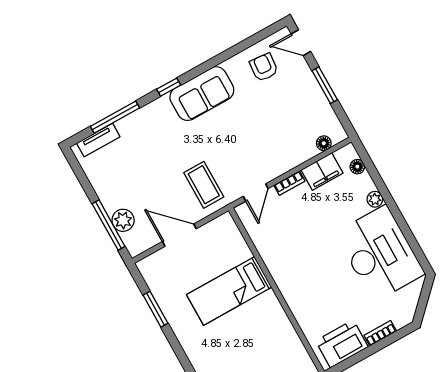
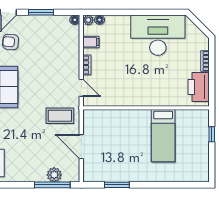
floor lamp: (324, 143) -> (75, 20), moved
filing cabinet: (322, 172) -> (91, 42), width x0.50
plant: (375, 199) -> (88, 20), moved
door: (179, 235) -> (81, 147), hinge flipped
bed: (229, 291) -> (163, 136), moved

